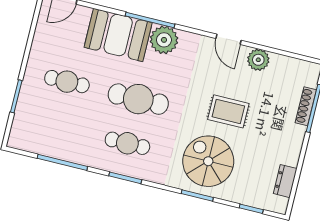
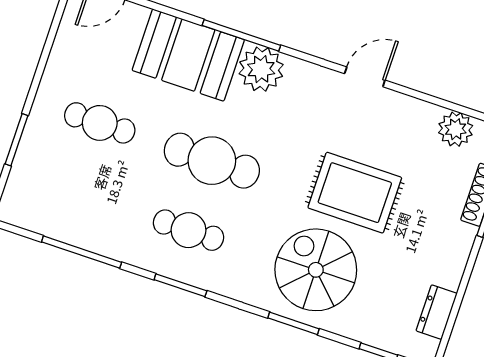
door: (229, 39) -> (365, 77), swing flipped
plant: (258, 60) -> (456, 129), moved
rug: (228, 111) -> (355, 193), width x1.36, depth x1.43

